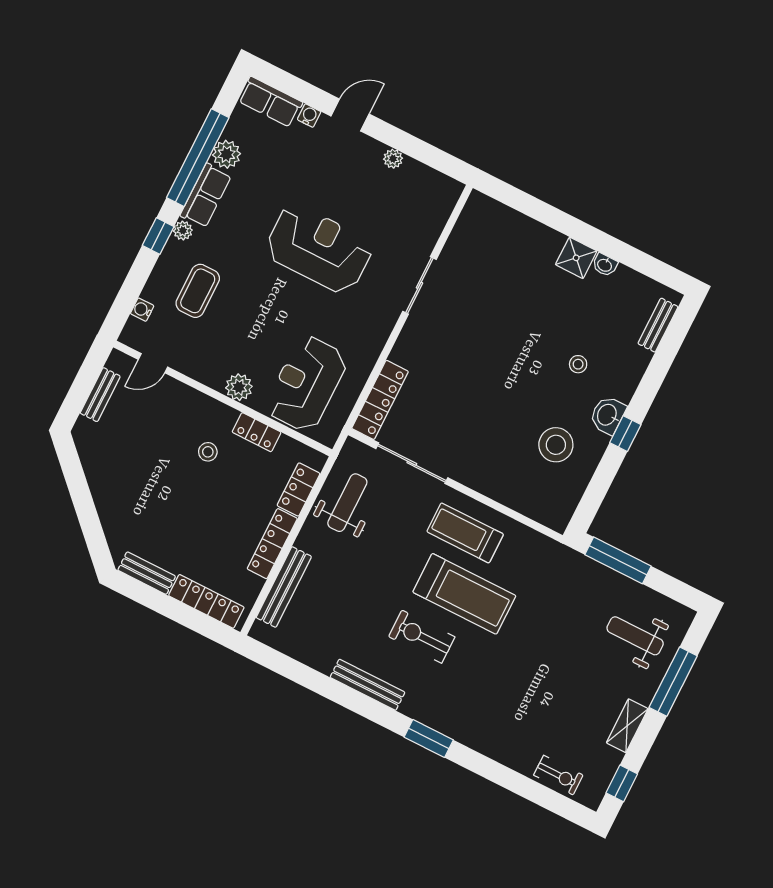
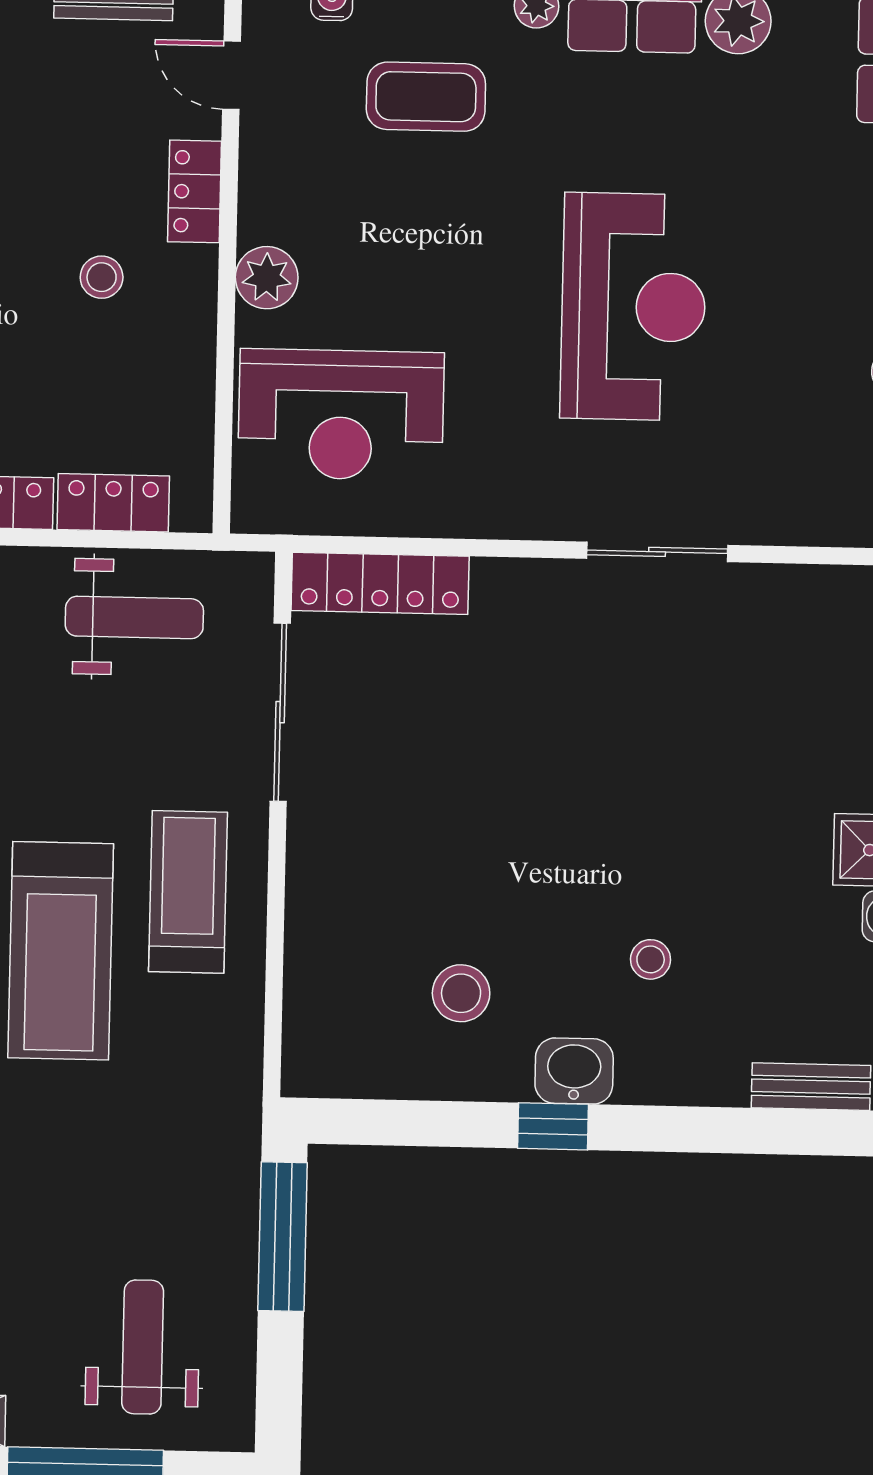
reception desk: (307, 384) -> (341, 415), turned 180
locker: (257, 432) -> (194, 191), moved
stool: (556, 445) -> (461, 993), width x0.73, depth x0.73

